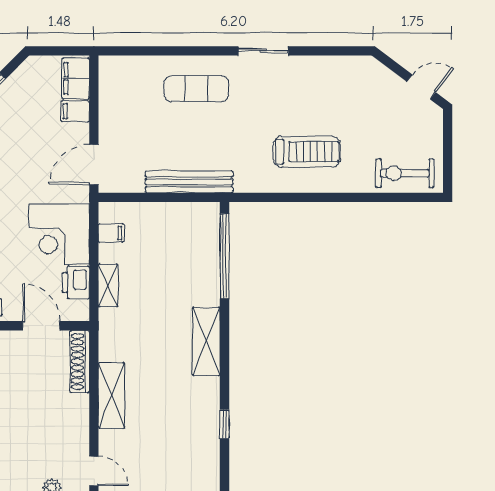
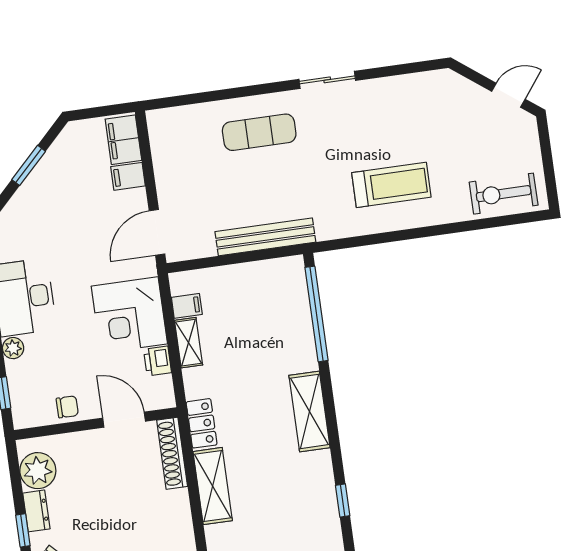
printer: (76, 282) -> (158, 361), width x0.73, depth x0.81
shelving: (108, 285) -> (189, 343), moved
locker: (109, 339) -> (202, 423), added

